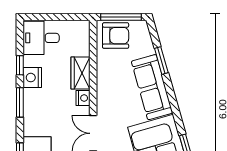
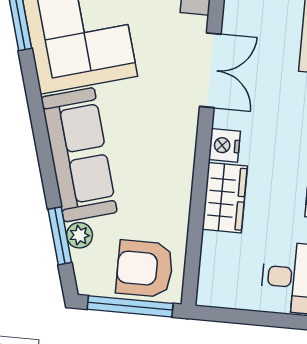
plant: (148, 49) -> (79, 235), added
window: (161, 60) -> (60, 236), moved

